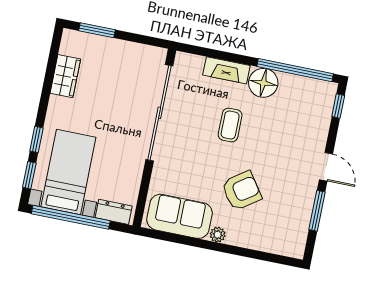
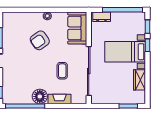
coffee table: (230, 125) -> (62, 71), moved
bed with nightstands: (68, 172) -> (125, 52), moved, turned 90
sofa: (180, 216) -> (77, 28), moved, turned 90

